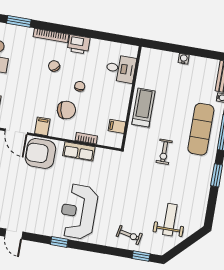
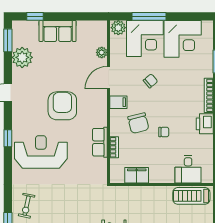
chair: (54, 66) -> (150, 81), moved
treadmill: (143, 108) -> (191, 196), moved, turned 180
filing cabinet: (117, 126) -> (137, 175), width x2.00
armchair: (40, 153) -> (62, 106), moved

